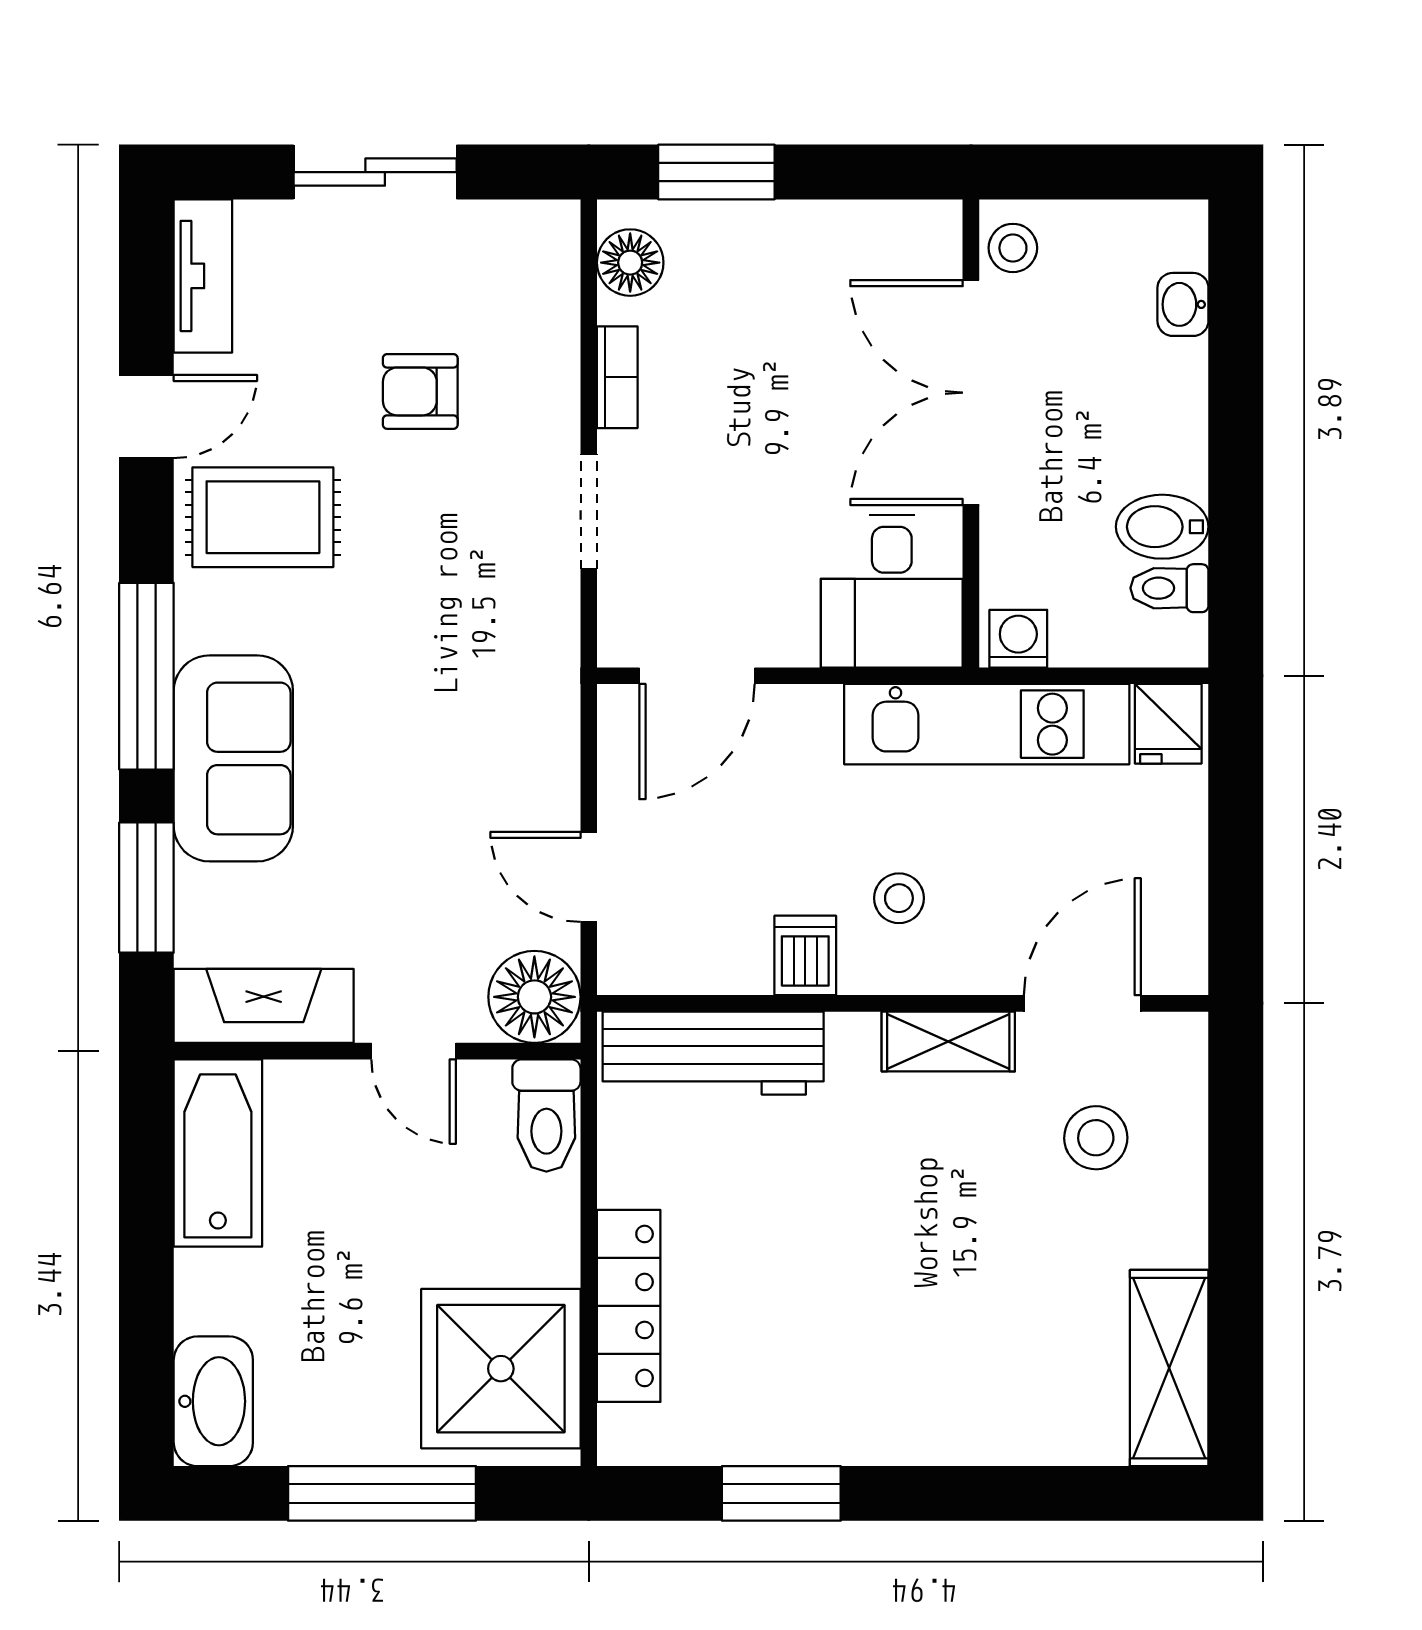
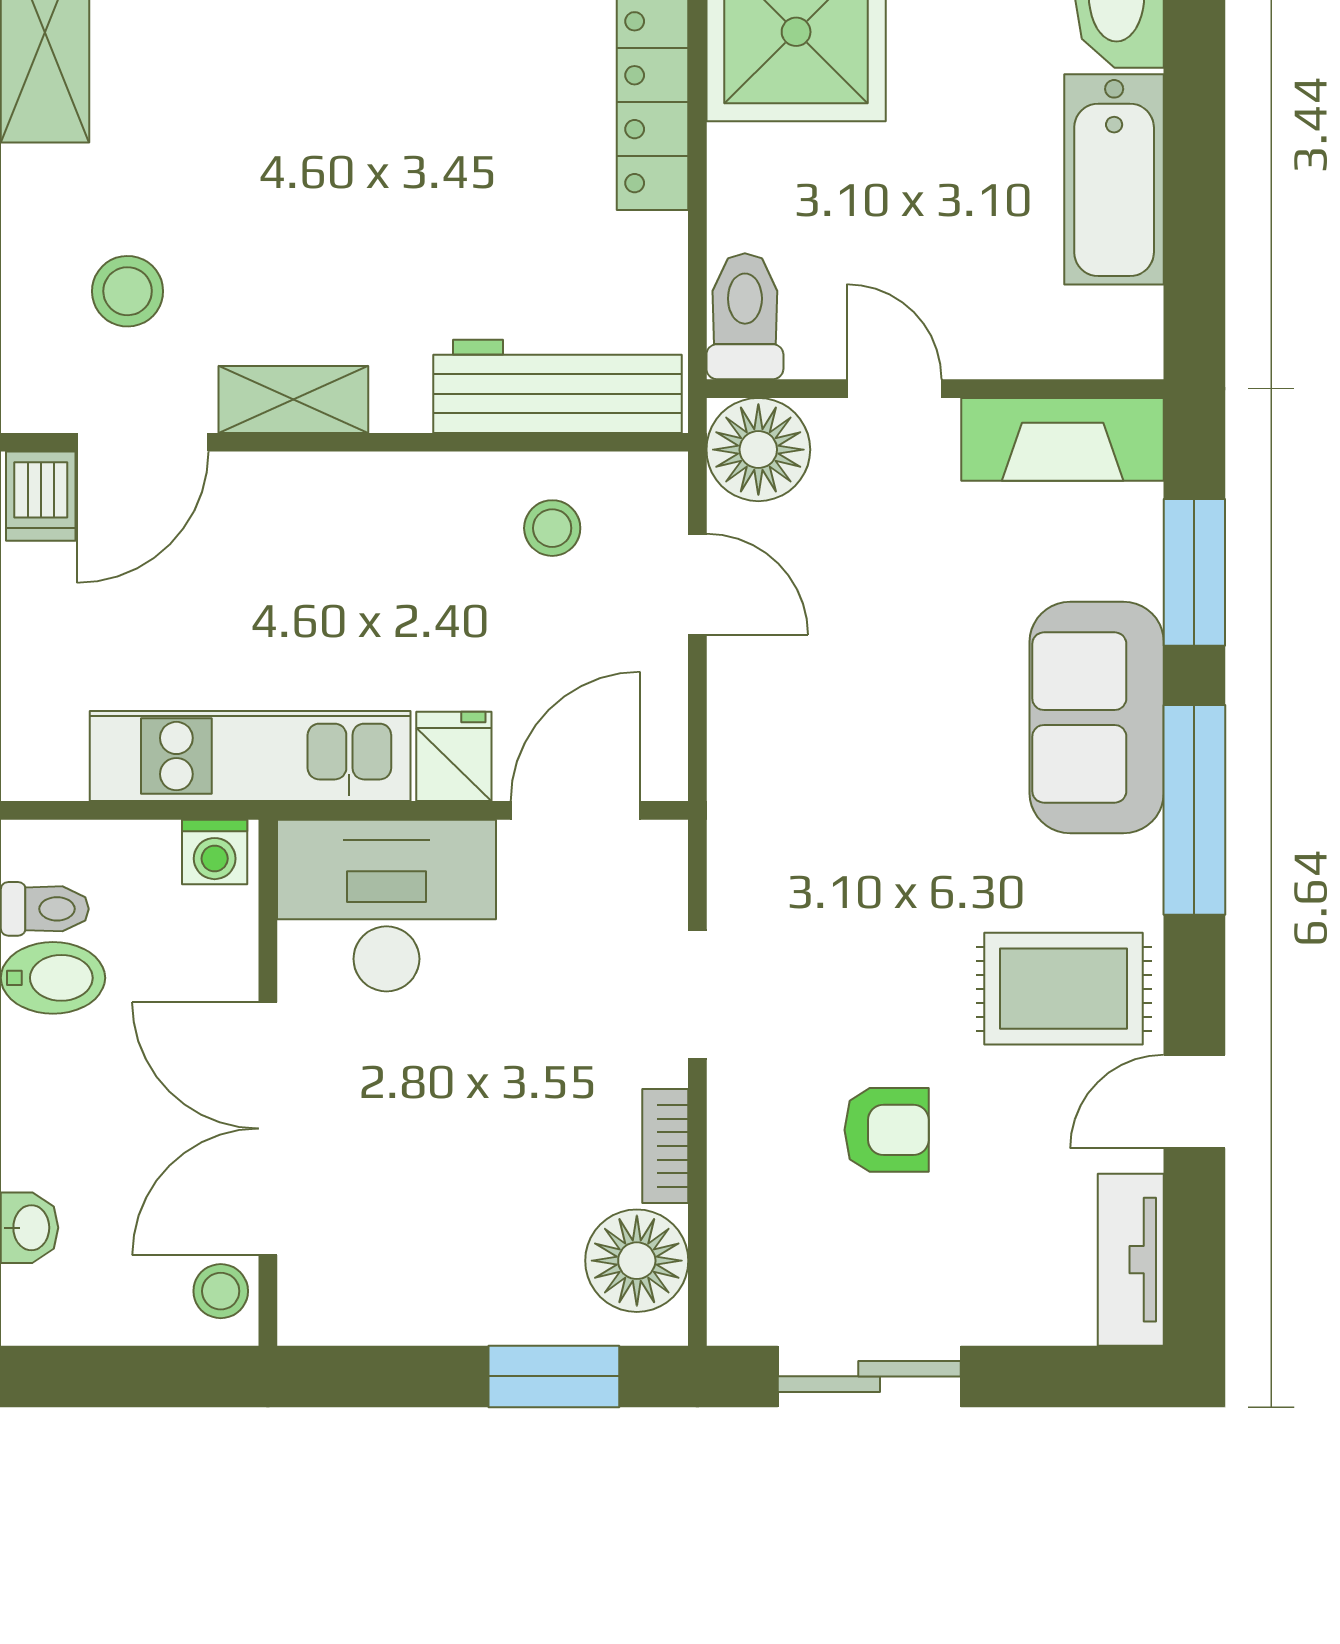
sliding door: (375, 172) -> (869, 1376), moved
floor lamp: (630, 263) -> (637, 1261), width x1.38, depth x1.38
double door: (971, 393) -> (268, 1129), swing flipped
desk: (892, 591) -> (386, 906), width x1.37
fridge: (1168, 724) -> (454, 756), moved
stool: (899, 898) -> (552, 528), moved
dishwasher: (805, 955) -> (41, 496), moved
bathtub: (218, 1153) -> (1114, 179), moved

